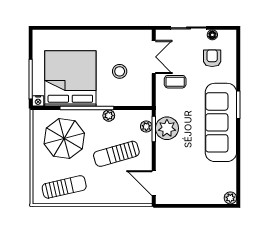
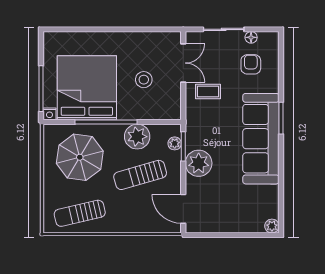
plant: (109, 116) -> (137, 137), width x1.88, depth x1.88
plant: (167, 128) -> (199, 163), moved
sun lounger: (64, 187) -> (80, 213), turned 180

